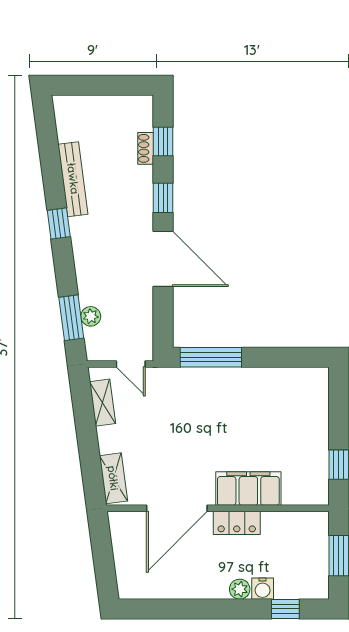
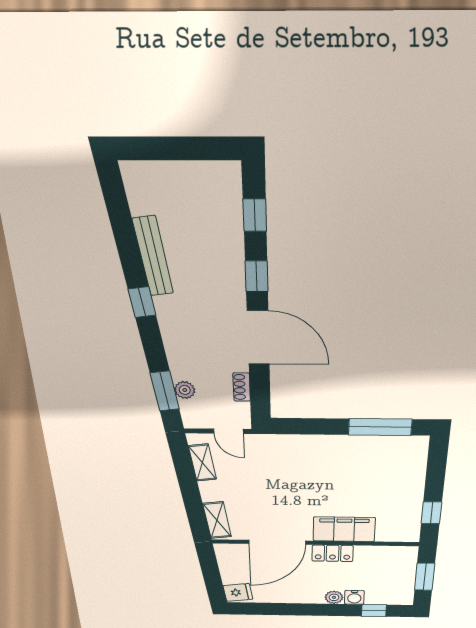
shoe rack: (146, 148) -> (242, 387), moved
window: (211, 357) -> (380, 427), moved
fridge: (131, 584) -> (238, 592), added

